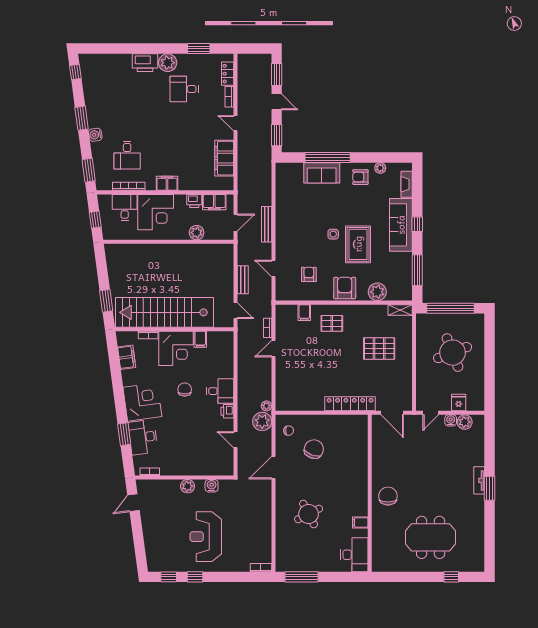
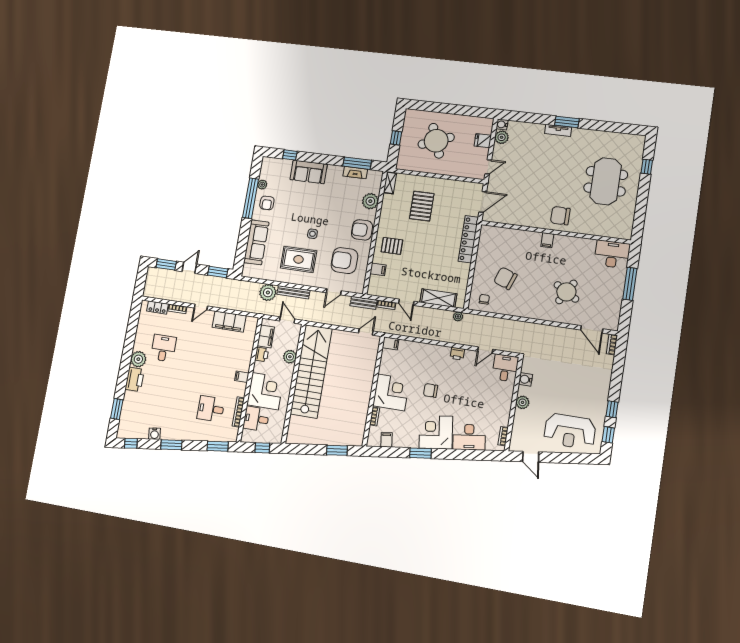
window: (199, 49) -> (117, 409), moved
desk: (184, 89) -> (163, 348), turned 180
water cooler: (95, 135) -> (154, 434), moved
desk: (127, 155) -> (211, 409), turned 180
window: (328, 158) -> (251, 198), moved
sofa: (322, 173) -> (256, 242), width x1.36
filing cabinet: (167, 183) -> (242, 377), width x0.50
fireplace: (407, 184) -> (355, 173), moved
window: (417, 224) -> (290, 155), moved
sofa: (401, 225) -> (309, 172), width x0.73
rug: (358, 244) -> (298, 259), moved
armchair: (309, 274) -> (344, 261), width x1.88, depth x1.88
bench: (243, 280) -> (364, 303), moved
window: (451, 308) -> (396, 138), width x0.32
stairs: (164, 312) -> (311, 371), moved, turned 180
pallet: (332, 323) -> (392, 246), turned 90
filing cabinet: (200, 339) -> (391, 343), moved
filing cabinet: (127, 357) -> (386, 440), width x0.50
shelving: (283, 382) -> (438, 298), added
desk: (220, 391) -> (505, 368), moved
door: (431, 413) -> (488, 167), hinge flipped
water cooler: (451, 420) -> (502, 124), moved
plant: (262, 421) -> (268, 292), moved
window: (124, 434) -> (420, 453), moved
door: (273, 468) -> (592, 329), moved
round table: (309, 514) -> (566, 292), turned -32
filing cabinet: (360, 522) -> (547, 240), moved
reception desk: (206, 537) -> (570, 431), moved
window: (302, 577) -> (630, 284), moved

